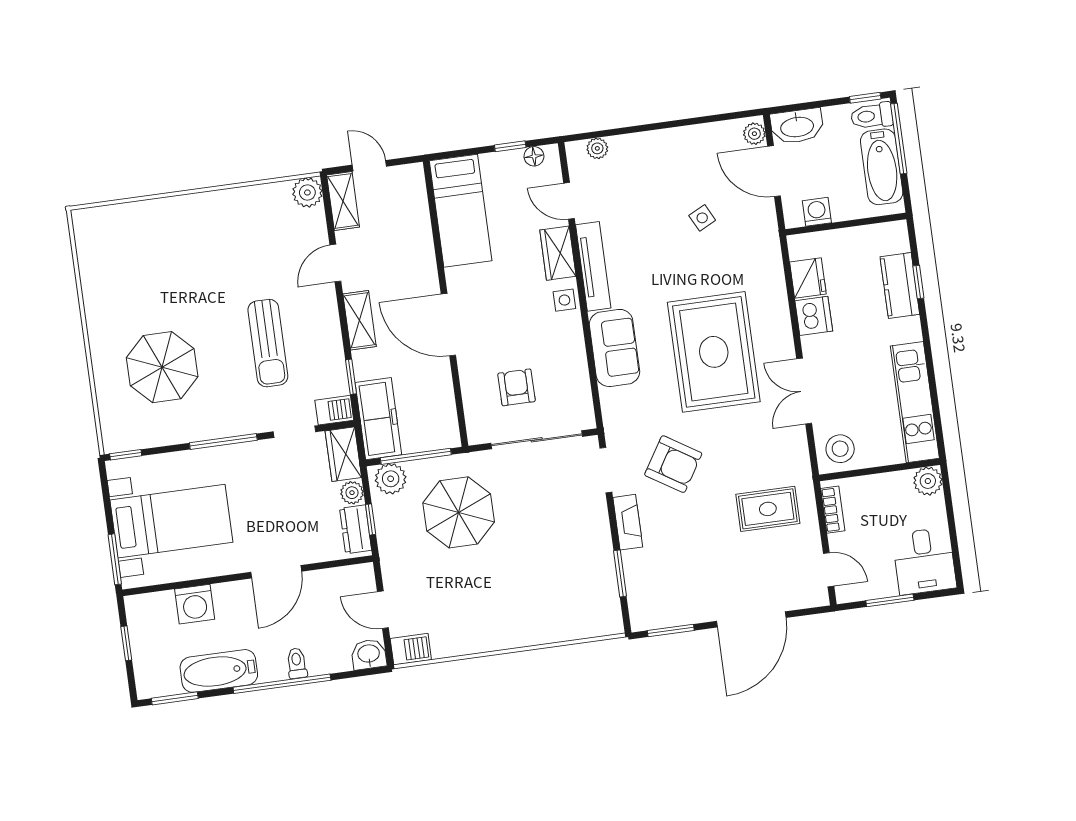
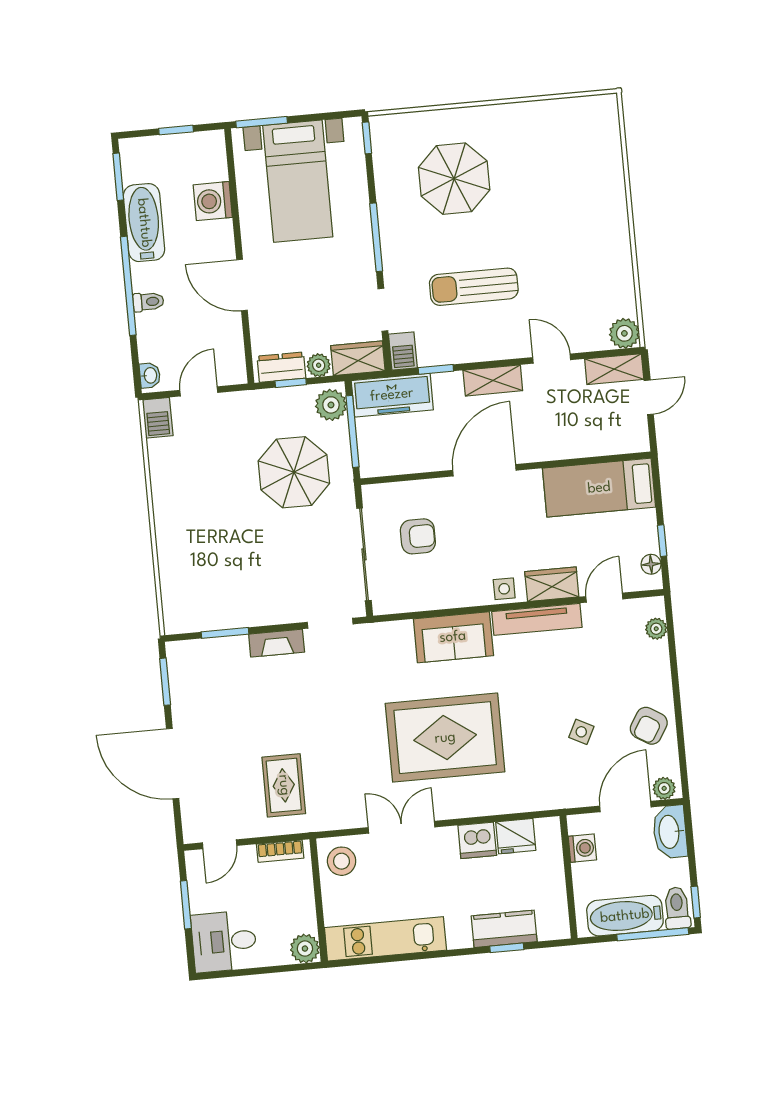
side table: (702, 218) -> (581, 732), turned -36
armchair: (673, 464) -> (649, 726), moved, width x0.72, depth x0.72
washbasin: (369, 654) -> (150, 375), width x0.72, depth x0.69

